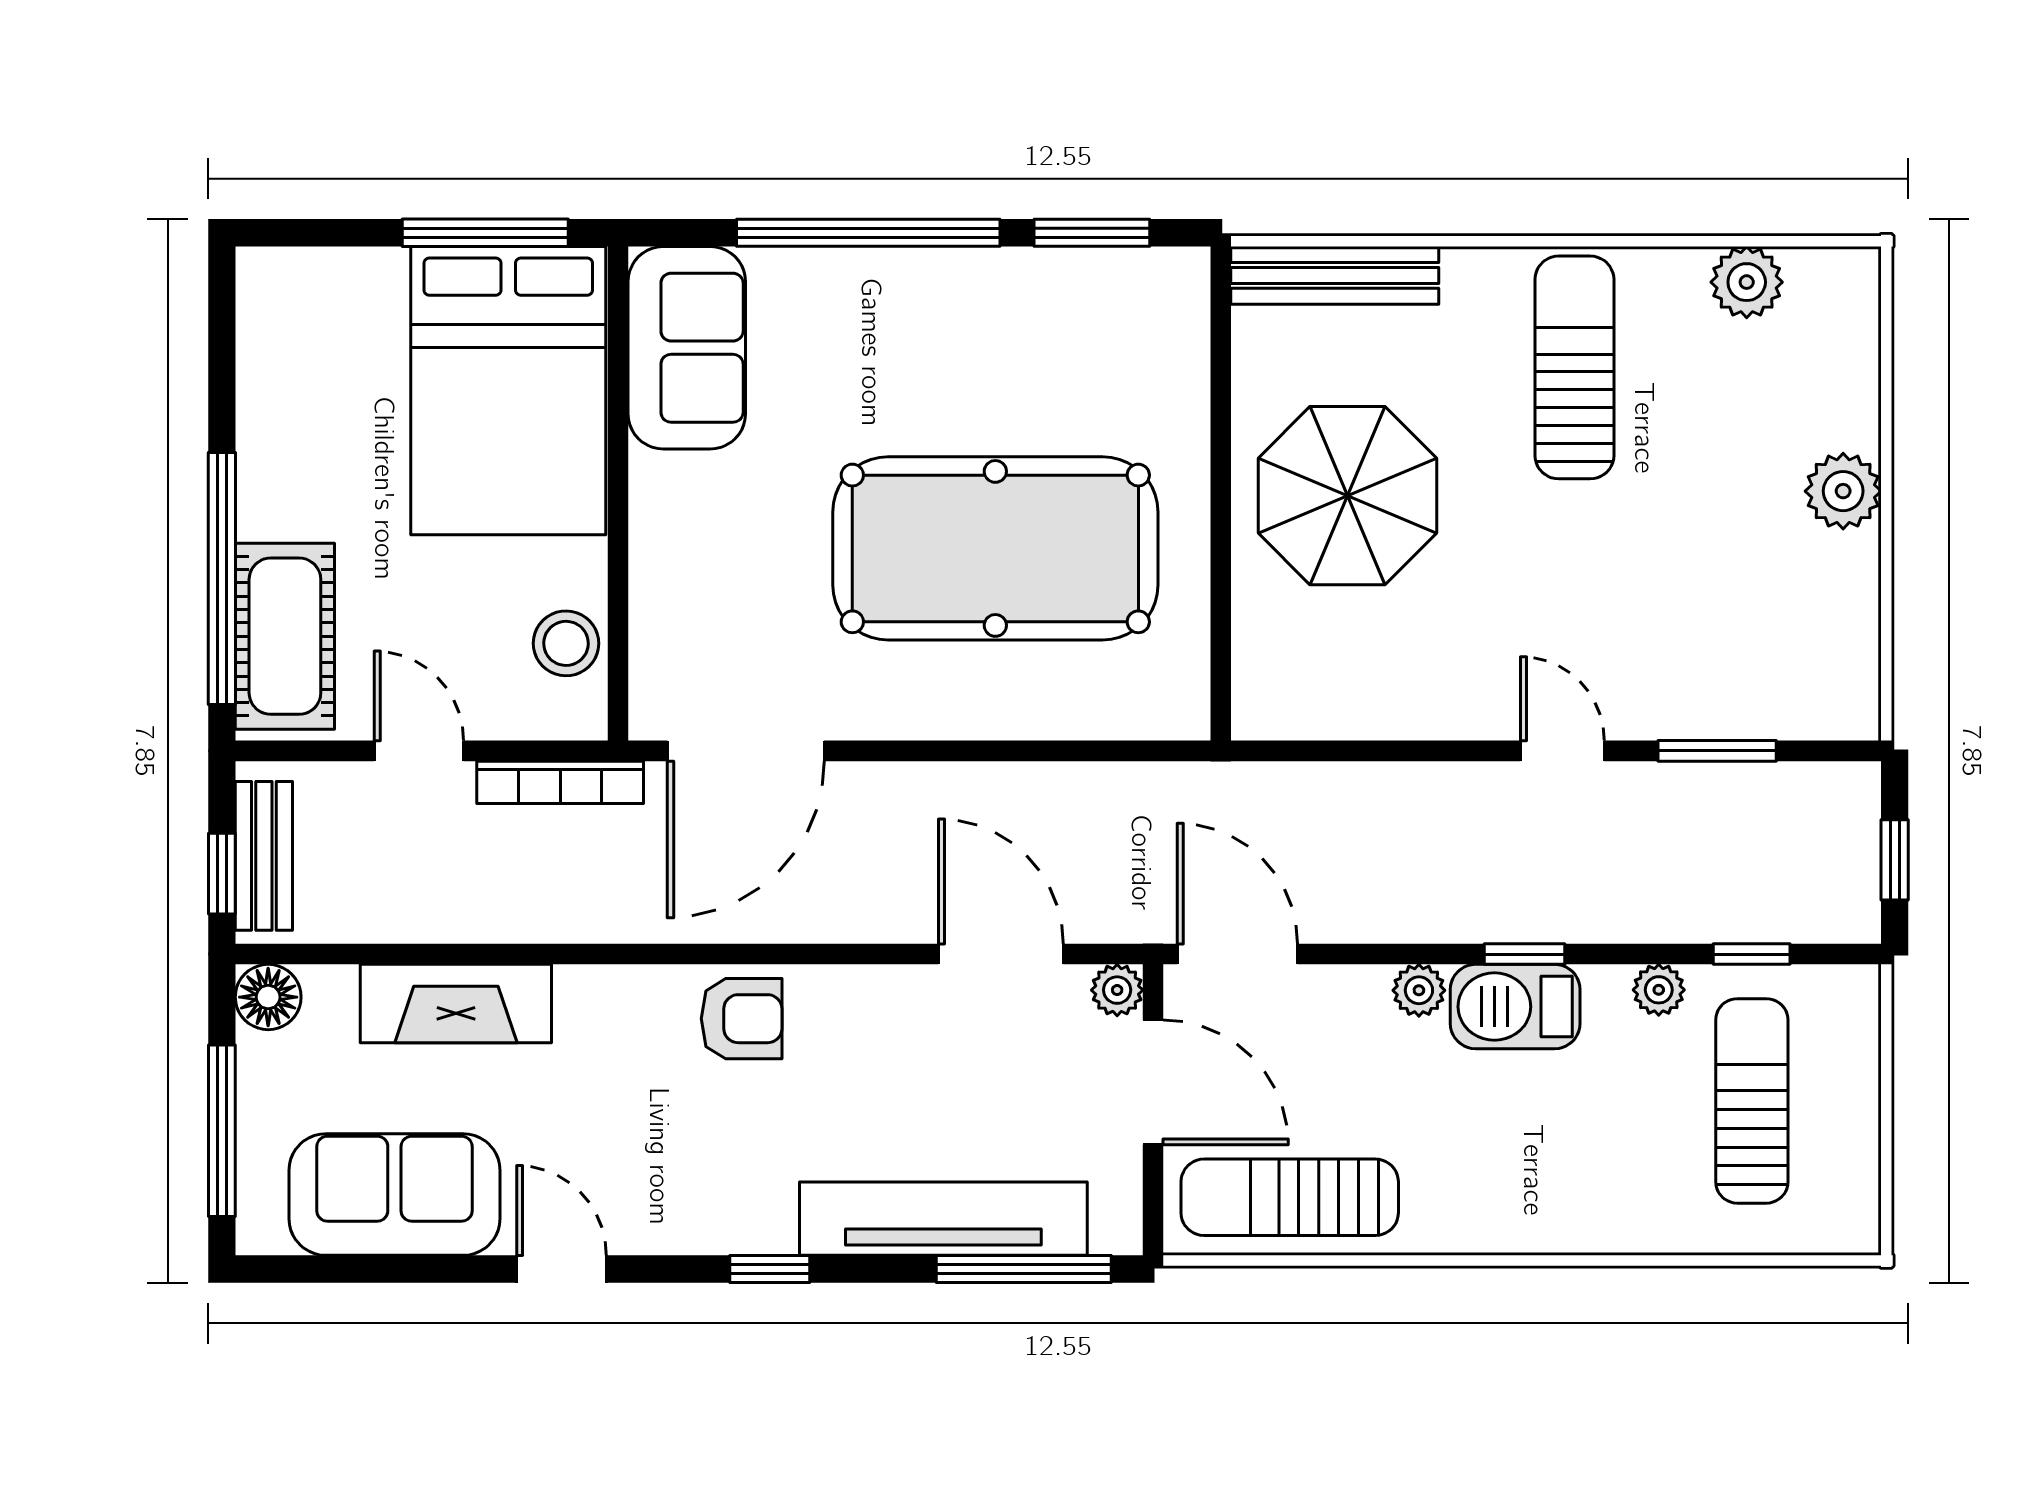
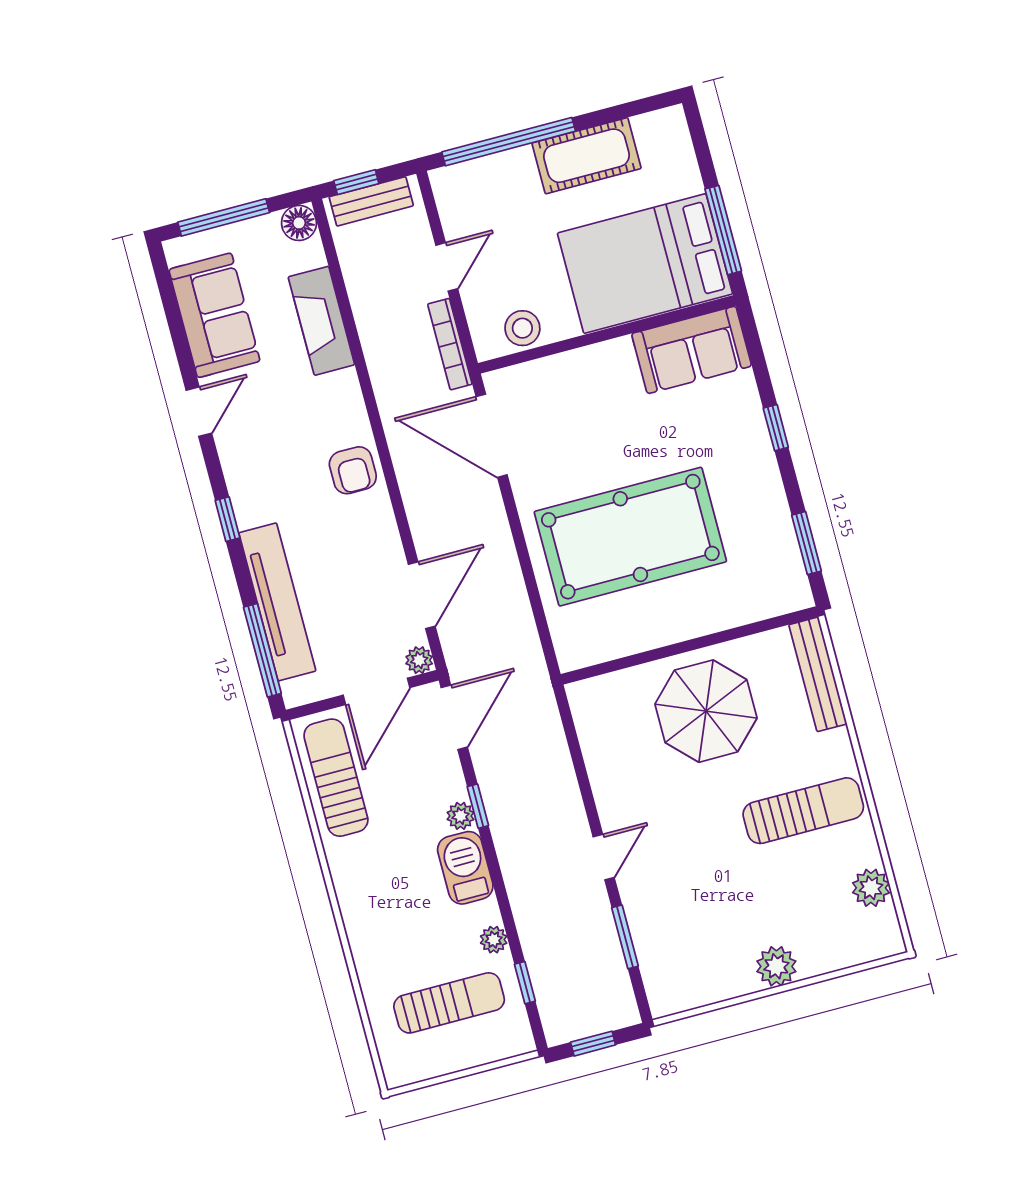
window: (868, 233) -> (776, 428), width x0.32
pool table: (995, 548) -> (630, 537), turned 90
cot: (285, 636) -> (587, 156), moved
window: (1524, 954) -> (478, 806), moved

